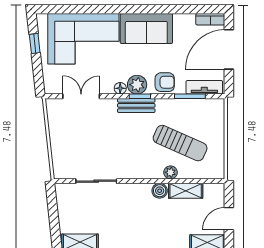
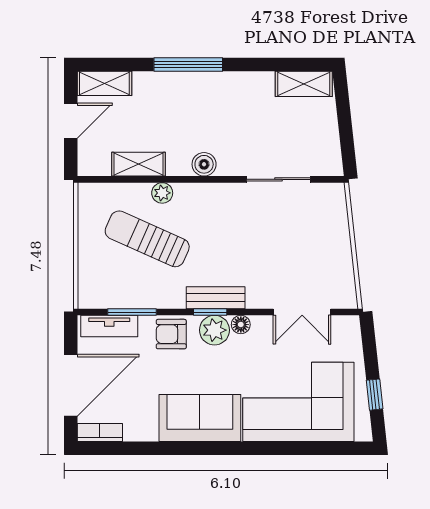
boiler: (160, 191) -> (204, 164), moved

